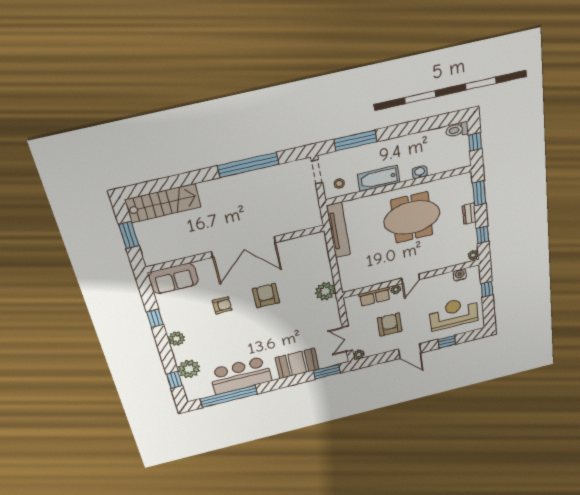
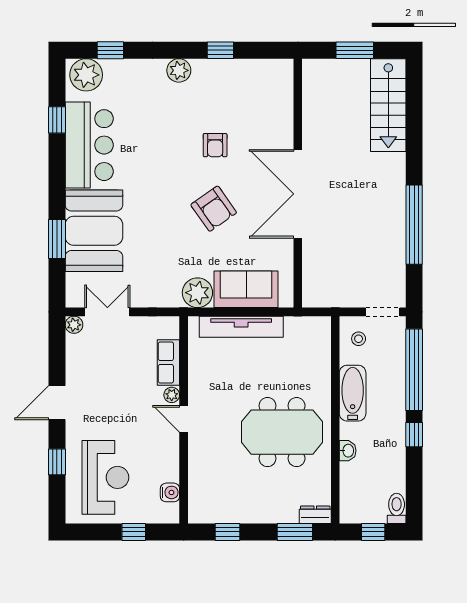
window: (403, 130) -> (414, 435), added
window: (355, 140) -> (414, 370), width x1.46
dresser: (469, 214) -> (315, 515), moved
meeting table: (412, 218) -> (282, 432), turned 90
tv unit: (338, 230) -> (241, 327), moved
plant: (473, 255) -> (198, 516), removed
sofa: (173, 279) -> (246, 289), moved, turned 90
armchair: (266, 296) -> (214, 209), turned 55
armchair: (390, 325) -> (114, 378), removed
booth: (297, 363) -> (94, 231), width x1.36, depth x1.42
plant: (189, 369) -> (86, 75), moved
window: (327, 372) -> (57, 239), moved
window: (229, 396) -> (57, 120), width x0.32

